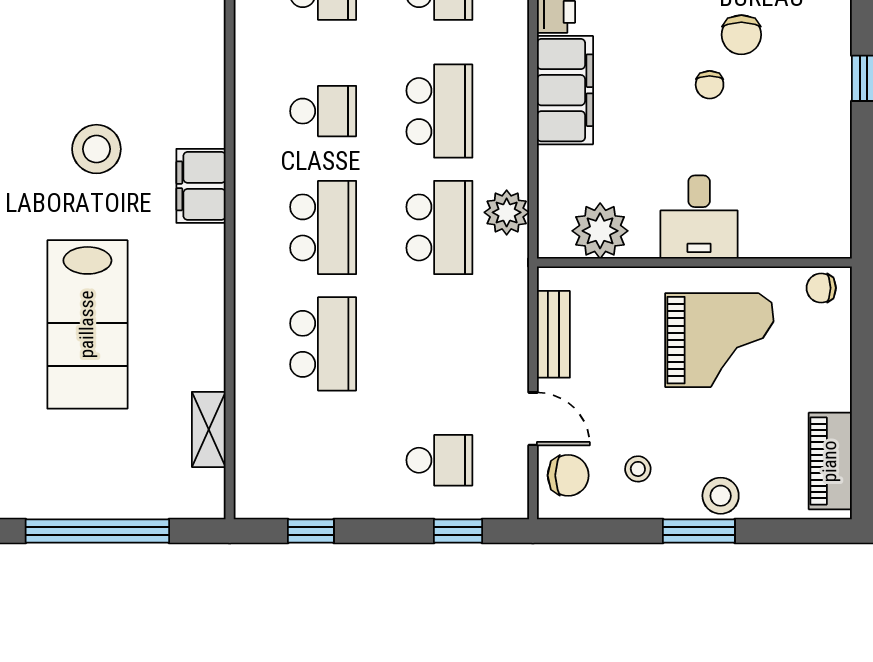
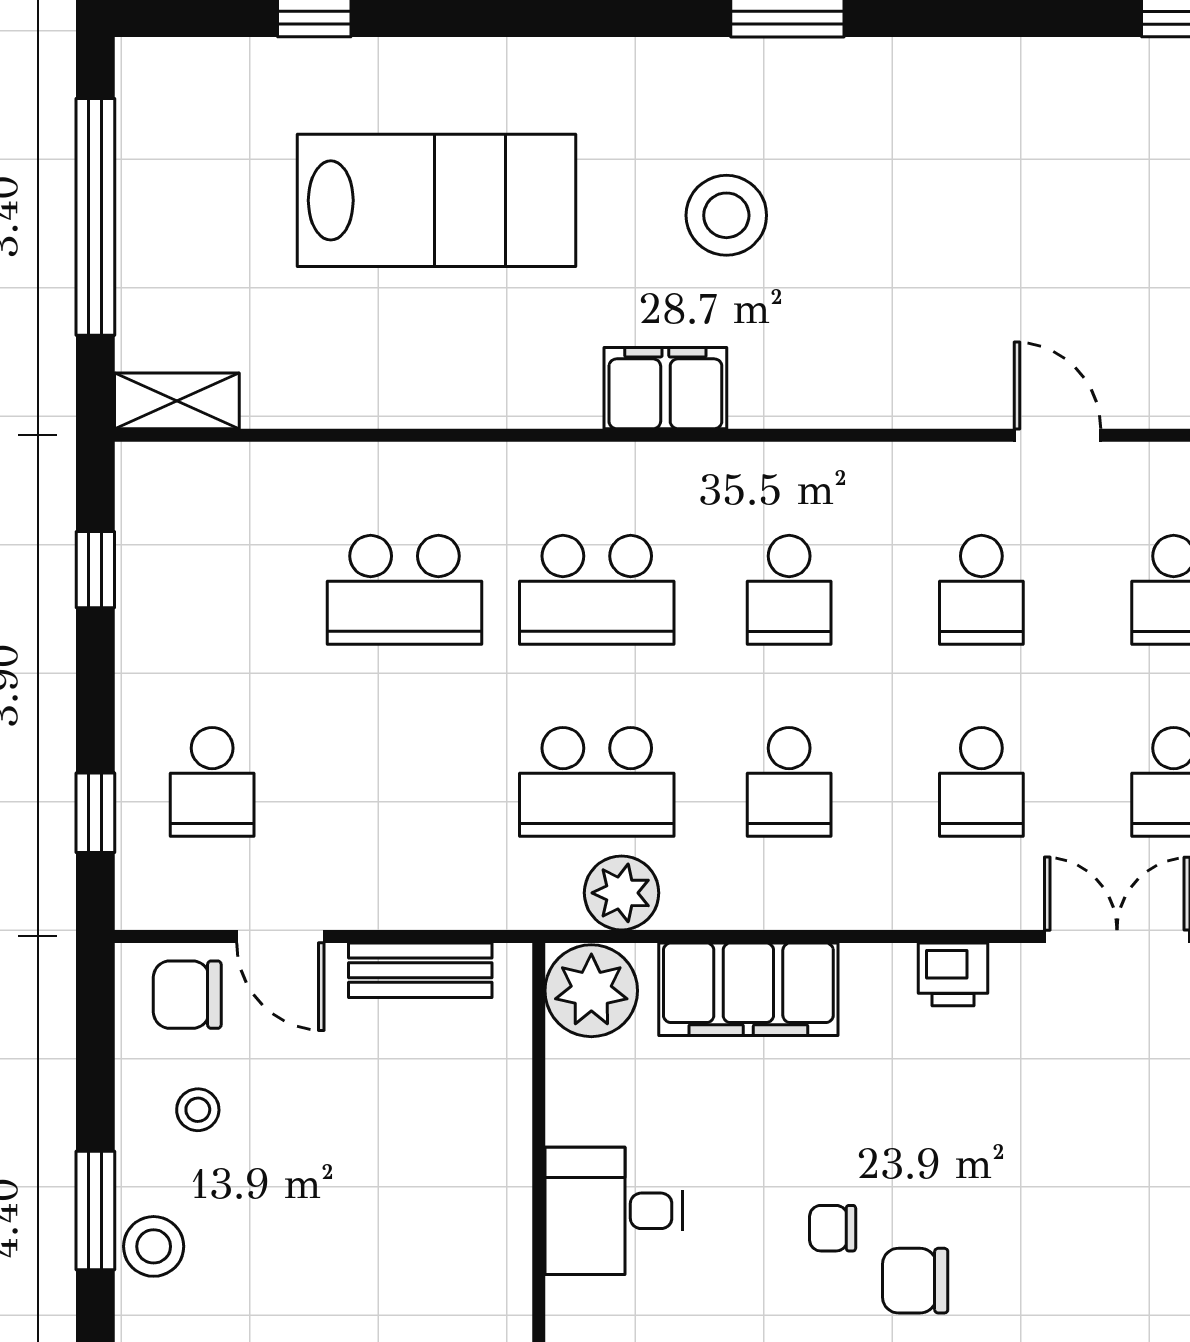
filing cabinet: (565, 90) -> (748, 989), moved
school desk: (439, 111) -> (789, 782), width x0.54
plant: (600, 231) -> (591, 991), moved
lab bench: (87, 324) -> (437, 200), turned 180
grand piano: (719, 340) -> (411, 1245), removed
door: (533, 419) -> (280, 936), hinge flipped
shelving: (209, 429) -> (177, 401), moved
chair: (568, 475) -> (187, 995), turned 90

